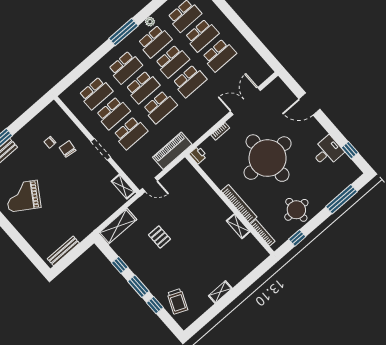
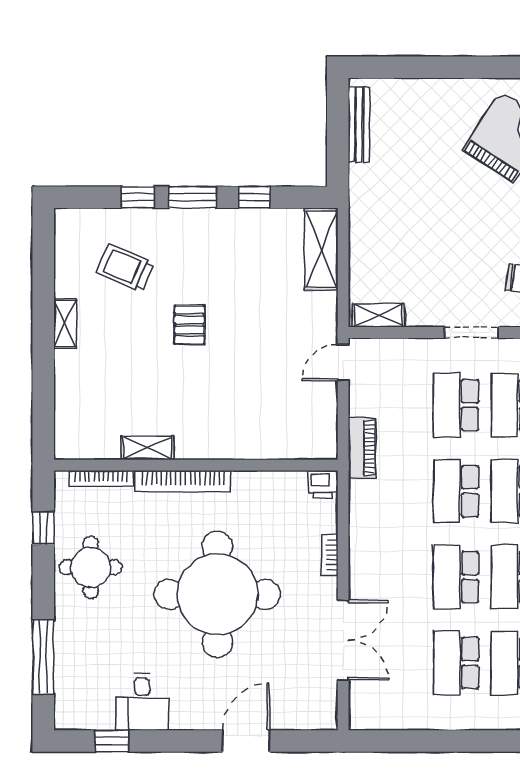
piano: (172, 151) -> (362, 448), width x0.73, depth x0.75
pallet: (159, 237) -> (189, 325), moved, turned 90
trolley: (177, 301) -> (125, 268), moved

